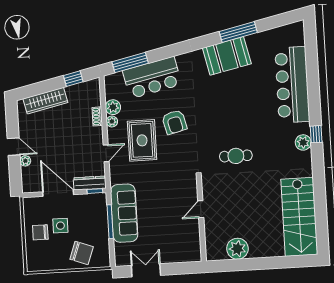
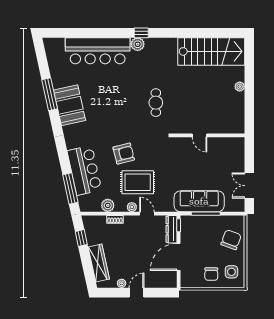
plant: (112, 121) -> (132, 207), moved
plant: (303, 142) -> (138, 44), moved
plant: (25, 161) -> (122, 283), moved
side table: (60, 226) -> (231, 272), moved
plant: (237, 249) -> (240, 87), moved, width x0.53, depth x0.53

